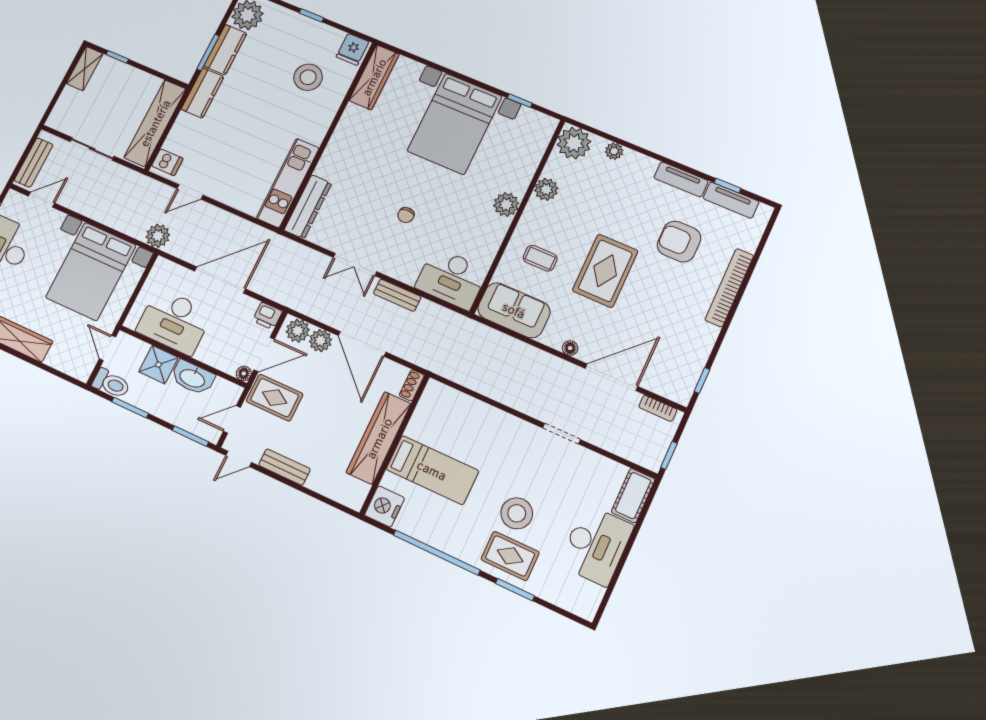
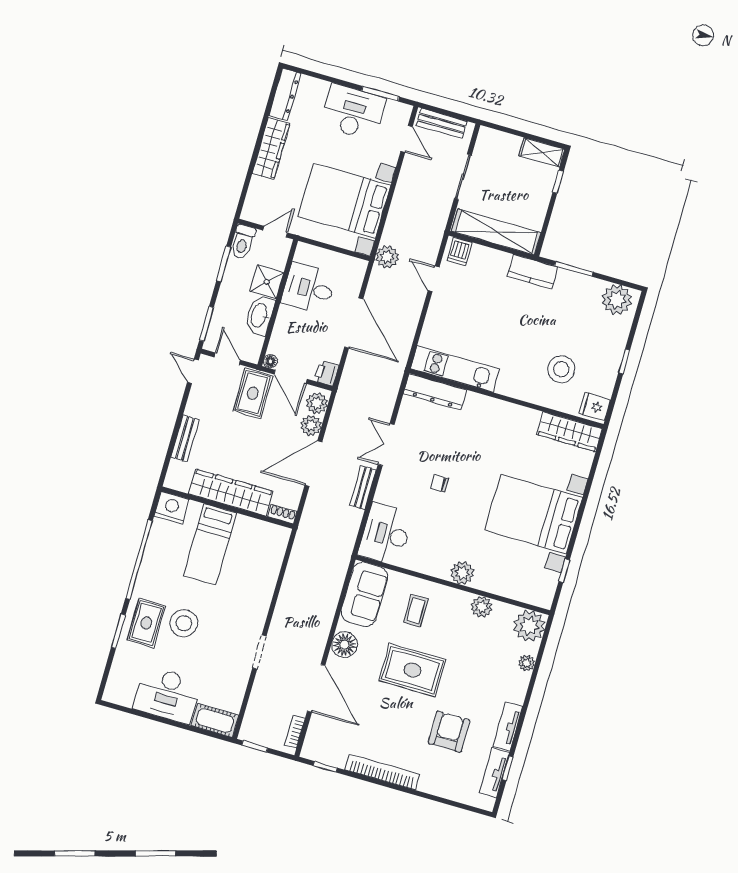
kitchen counter: (225, 50) -> (579, 285), removed
bookcase: (729, 288) -> (382, 772), moved
desk: (174, 322) -> (309, 289), width x0.73
floor lamp: (570, 348) -> (345, 645), width x1.89, depth x1.89
bench: (284, 467) -> (185, 439), moved

